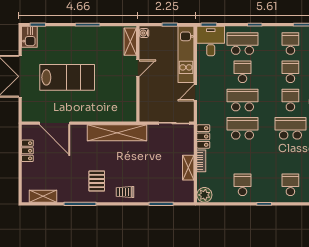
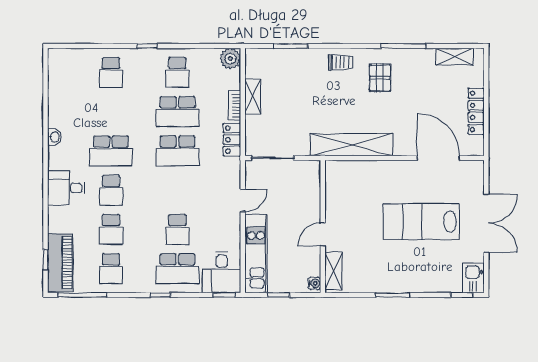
school desk: (242, 100) -> (177, 112), moved
locker: (27, 151) -> (476, 111), width x1.53

